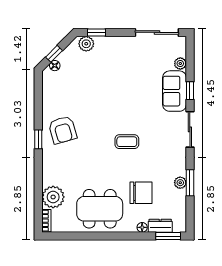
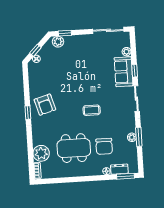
chair: (141, 193) -> (104, 146), turned 90
dining table: (100, 209) -> (74, 148), moved

